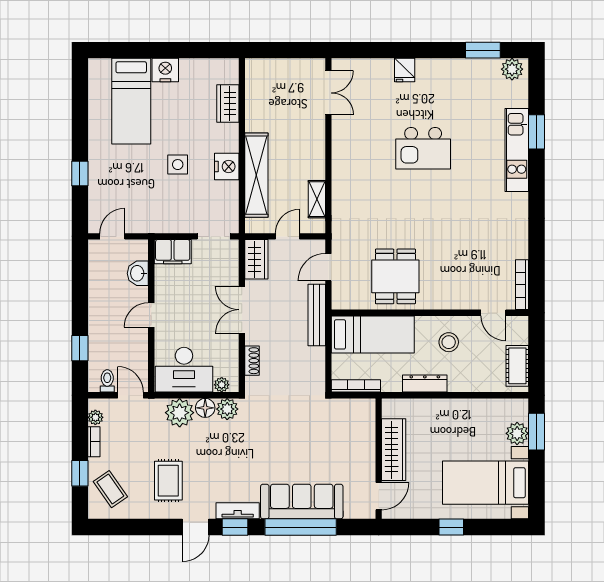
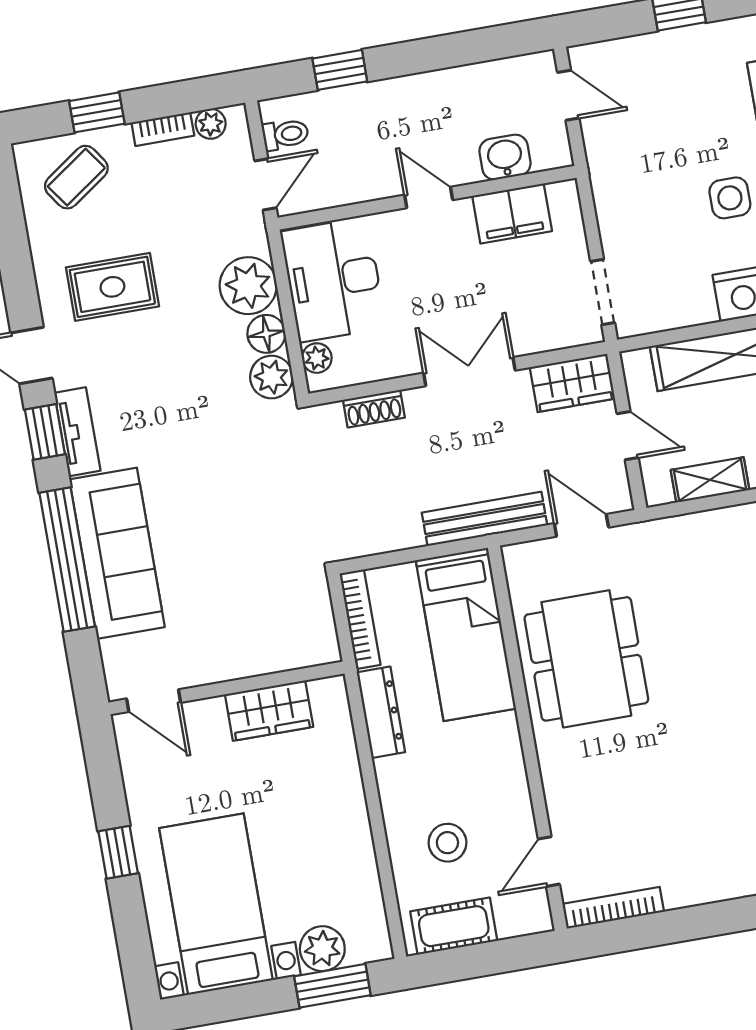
filing cabinet: (173, 252) -> (512, 214), moved, turned -90
dining table: (395, 276) -> (586, 659), width x1.38
stool: (449, 342) -> (447, 843), moved
dresser: (425, 384) -> (381, 712), moved
wardrobe: (394, 450) -> (269, 711), width x0.67

